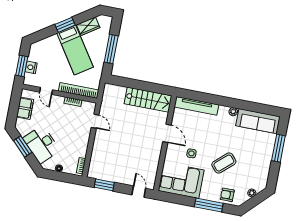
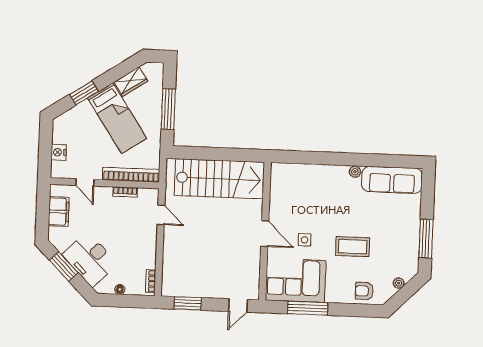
window: (65, 25) -> (84, 93), moved
window: (22, 66) -> (45, 152), removed
stairs: (148, 100) -> (219, 179), width x1.36, depth x1.51
tv unit: (196, 106) -> (301, 171), removed
door: (167, 133) -> (265, 234), moved
window: (278, 148) -> (426, 239), moved
coffee table: (224, 163) -> (353, 247), turned 42
door: (139, 192) -> (238, 305), swing flipped
window: (209, 205) -> (308, 308), moved

